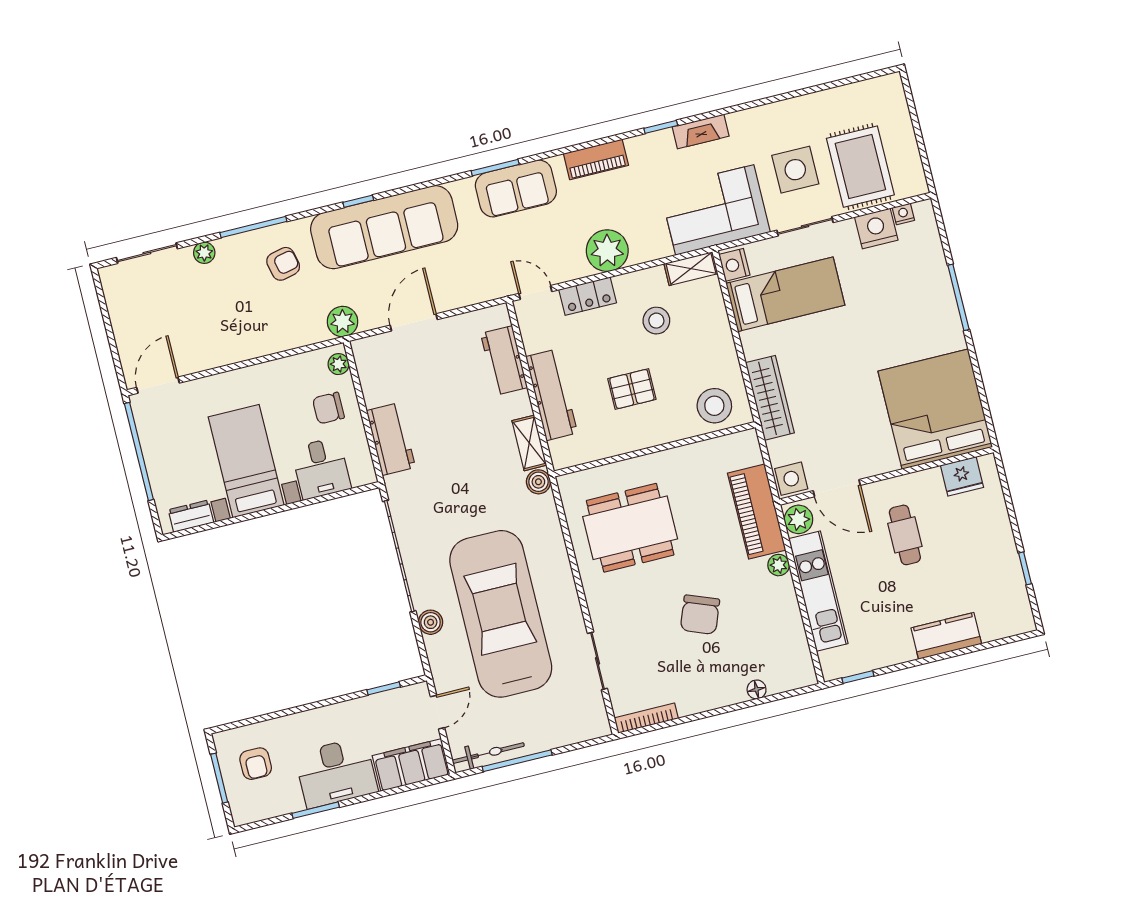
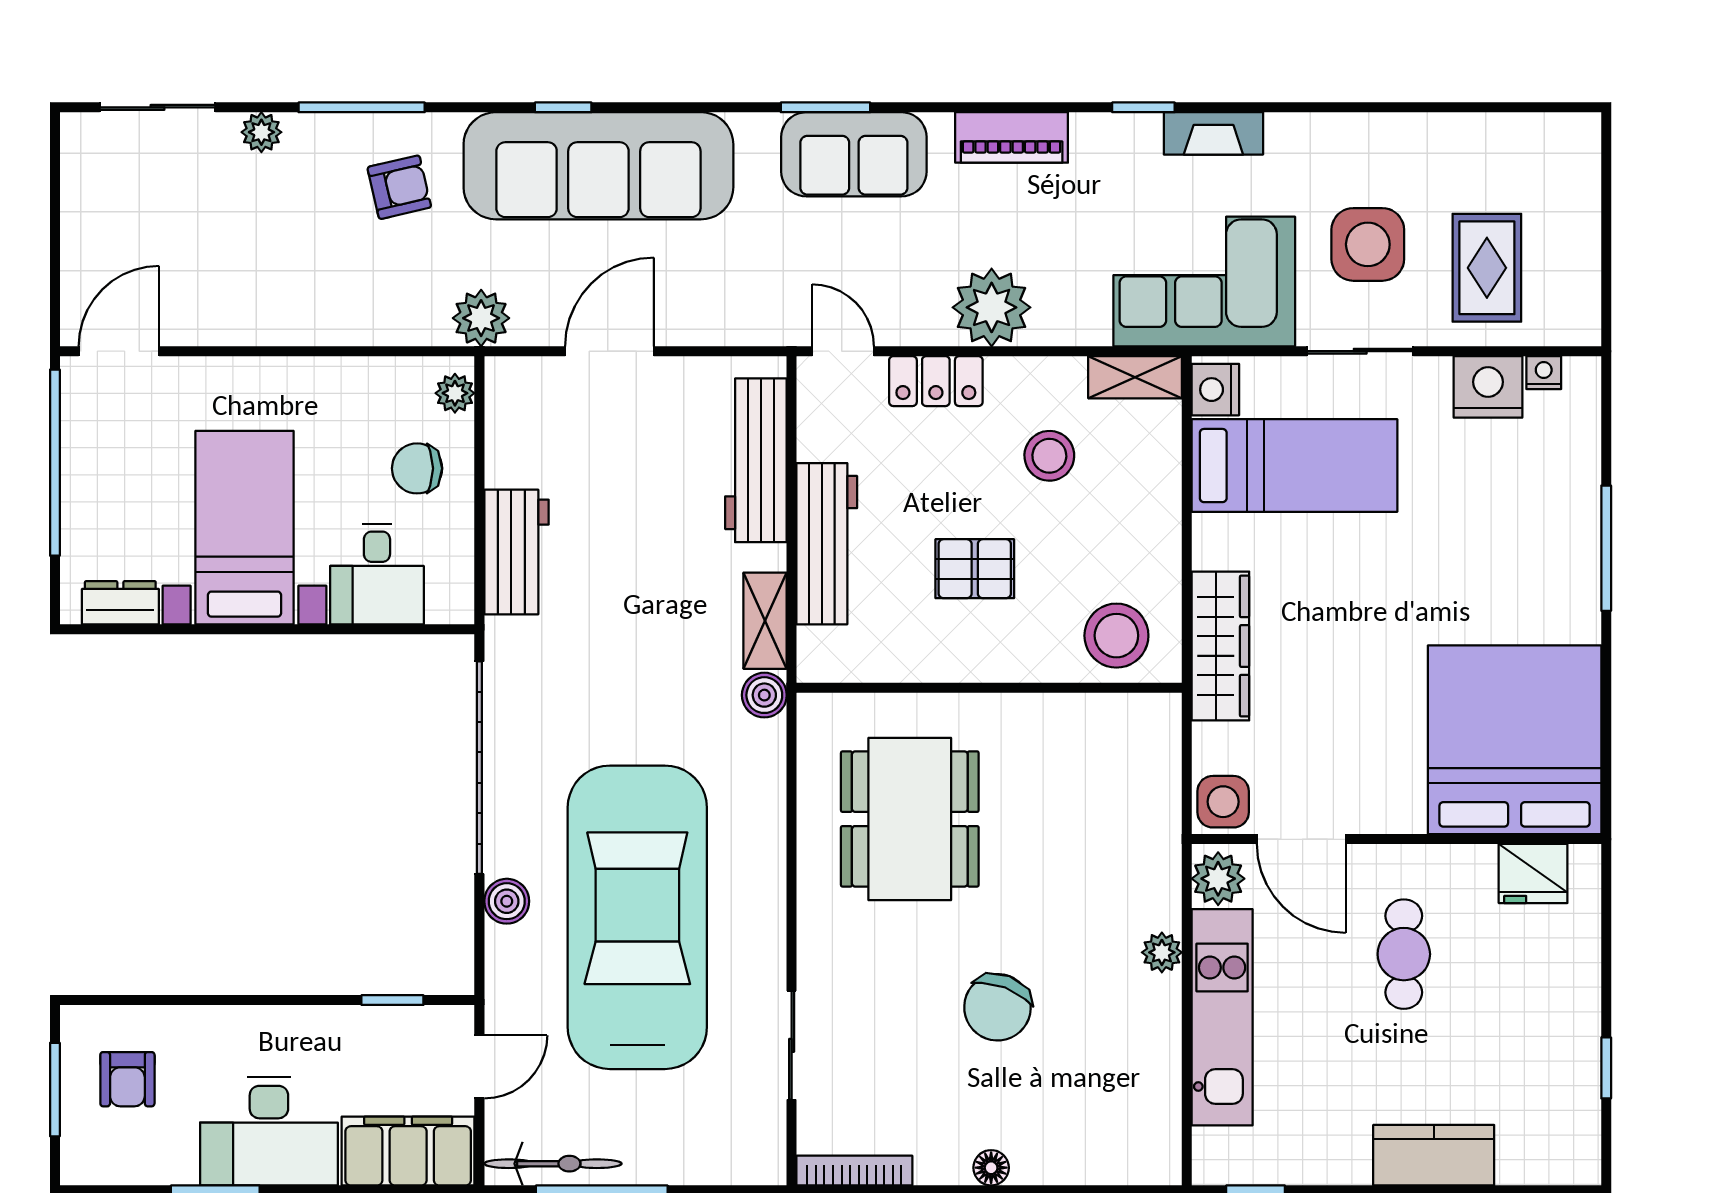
rug: (860, 167) -> (1487, 268), width x0.73, depth x0.70
workbench: (504, 360) -> (756, 460), width x1.38
piano: (757, 512) -> (1146, 846), removed
dining table: (630, 528) -> (910, 819), turned 90
floor lamp: (757, 689) -> (991, 1168), moved

